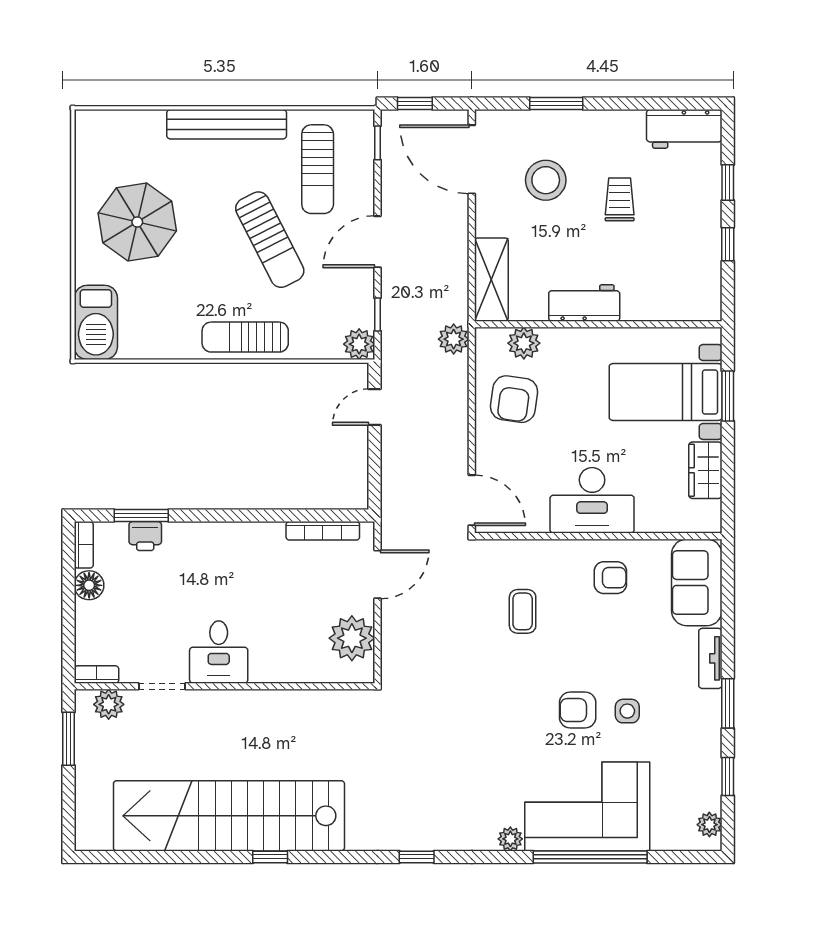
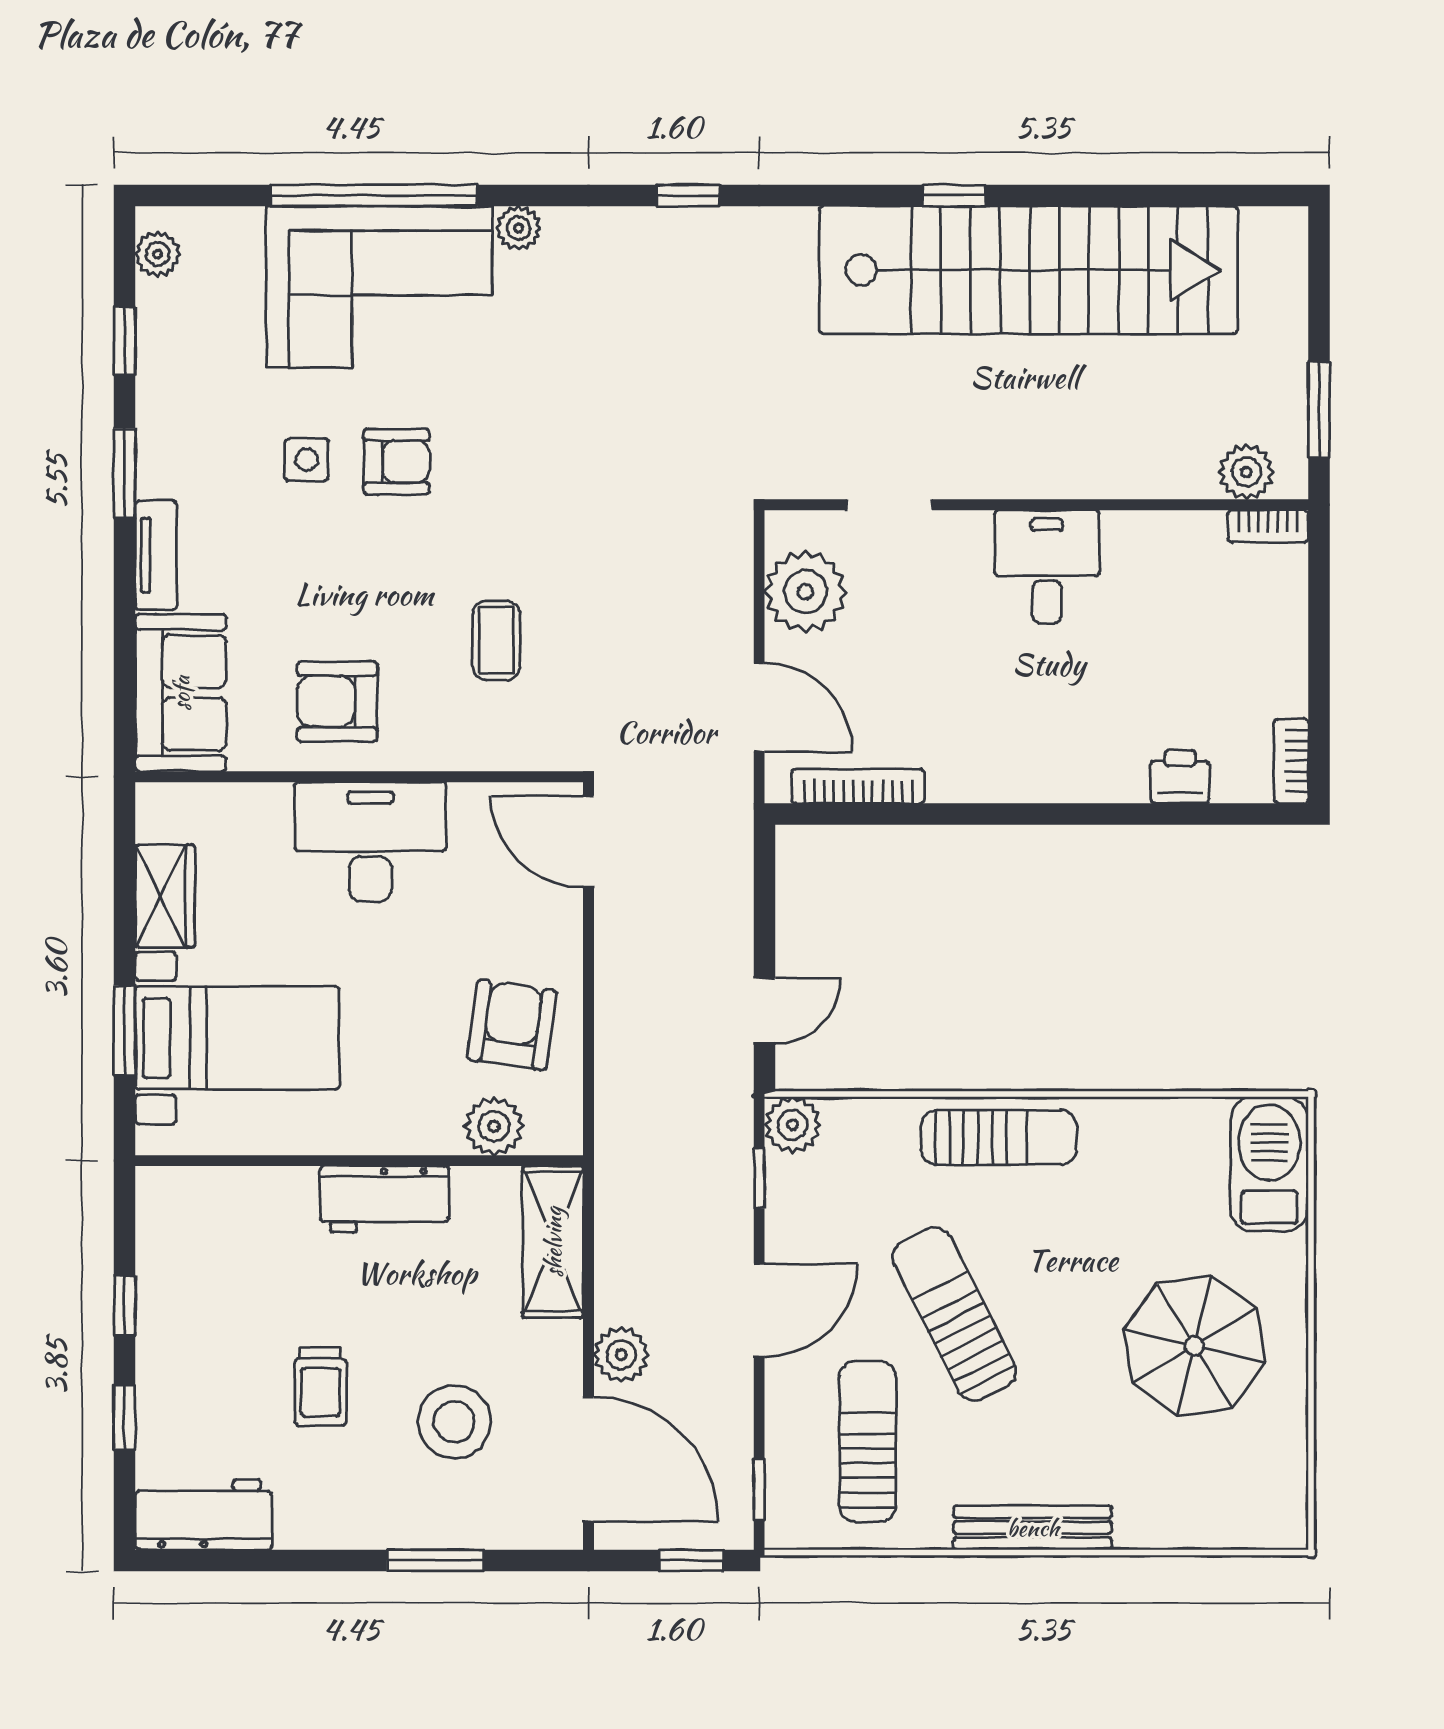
bench: (227, 124) -> (1033, 1528), width x0.73, depth x0.82
plant: (454, 339) -> (621, 1355), moved
window: (141, 516) -> (1187, 814), removed
door: (378, 574) -> (759, 707), swing flipped
armchair: (610, 578) -> (337, 701), width x1.38, depth x1.38
floor lamp: (89, 585) -> (1282, 688), removed
doorway: (162, 686) -> (889, 505), moved

